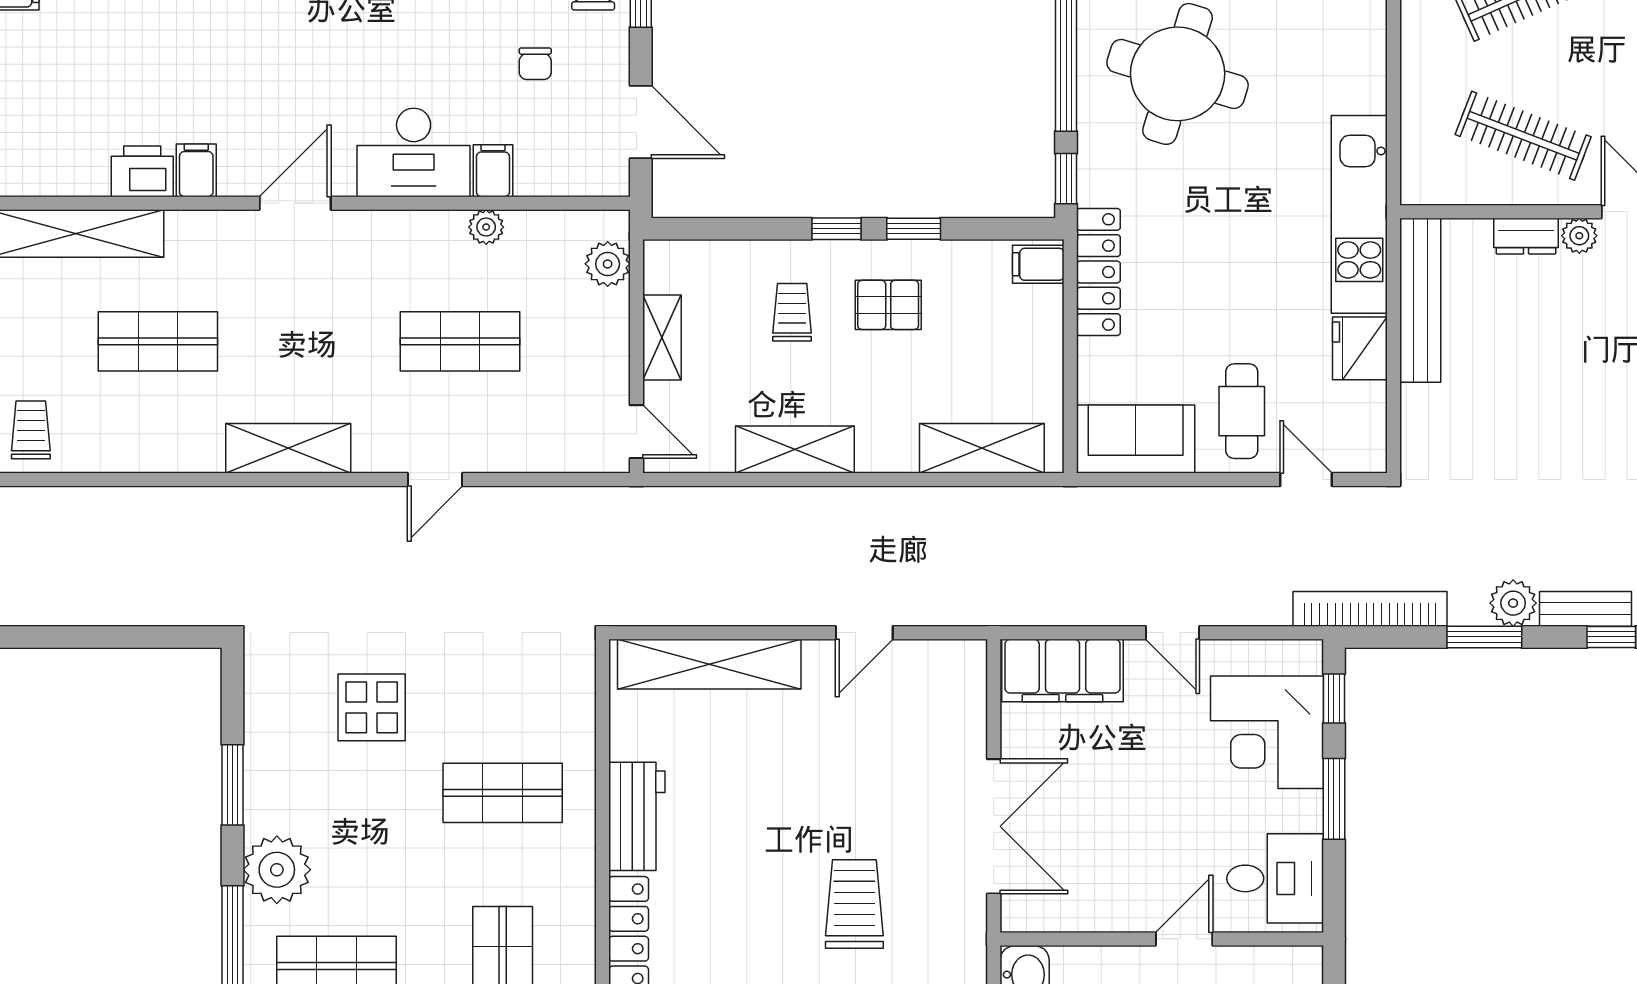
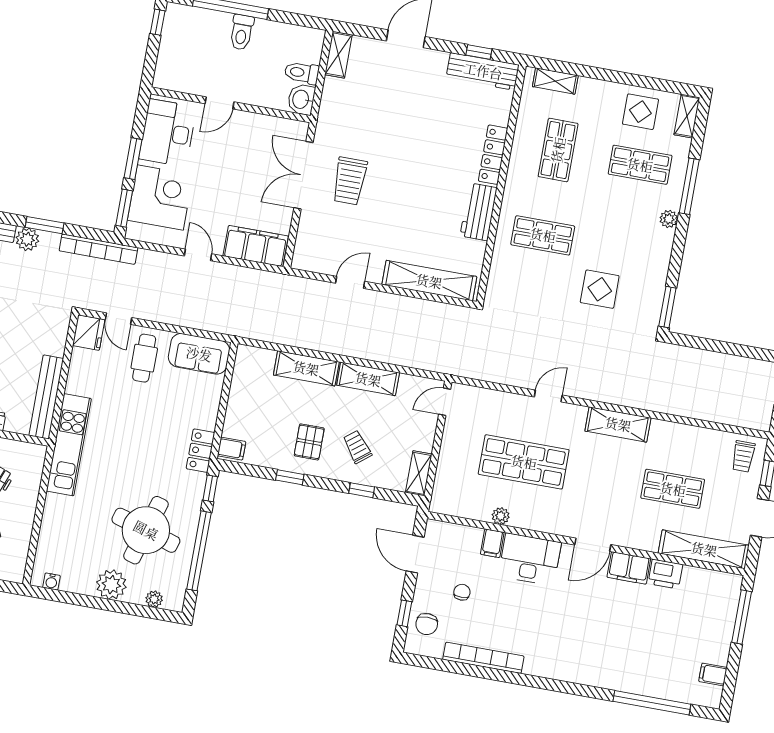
filing cabinet: (196, 170) -> (629, 568), width x2.00
window: (837, 229) -> (362, 490), moved
plant: (608, 264) -> (444, 487), removed
locker: (1098, 272) -> (201, 451), width x0.66
pallet: (888, 305) -> (309, 442), turned 90
trolley: (792, 312) -> (357, 447), turned 142
shelving: (662, 338) -> (419, 473), moved
shop shelf: (460, 341) -> (524, 462), width x1.43, depth x1.36
fridge: (1360, 348) -> (89, 333), moved
door: (636, 432) -> (445, 402), hinge flipped
shelving: (982, 448) -> (306, 368), moved
window: (1334, 698) -> (124, 208), width x1.50
window: (232, 785) -> (667, 307), moved
plant: (277, 870) -> (669, 219), width x0.53, depth x0.53
desk: (1275, 878) -> (168, 133), width x1.37
trolley: (854, 904) -> (350, 181), moved

